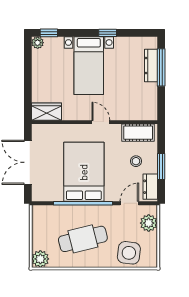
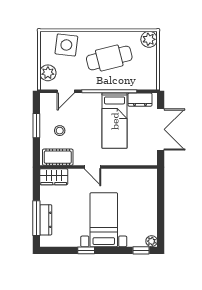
wardrobe: (47, 112) -> (54, 177), moved
bed: (84, 172) -> (115, 121), width x0.67
dresser: (150, 187) -> (140, 100), moved, turned 90

